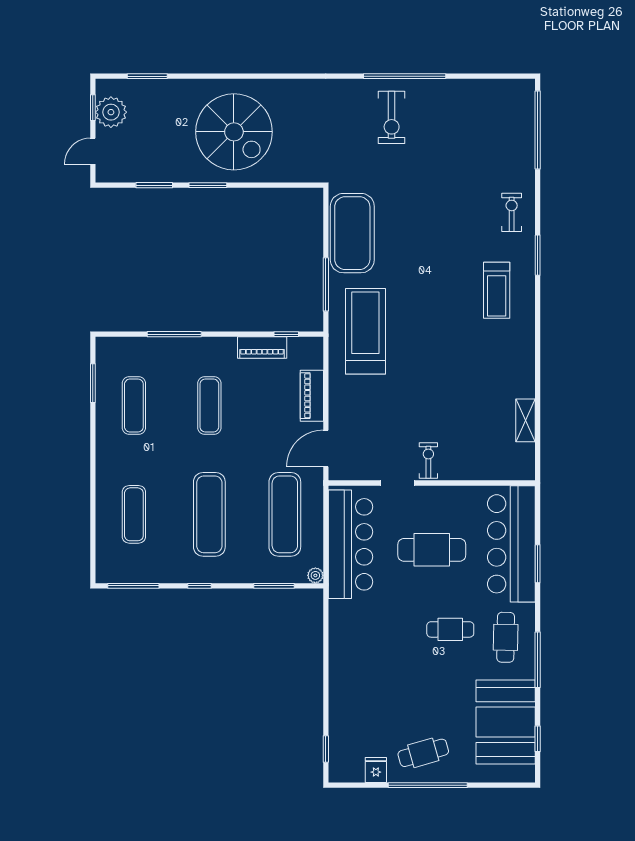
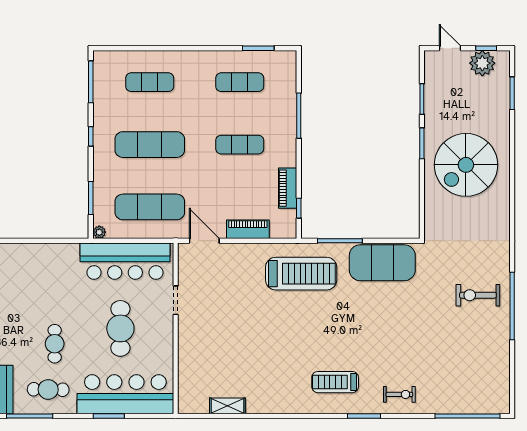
exercise bike: (428, 460) -> (194, 326), removed

